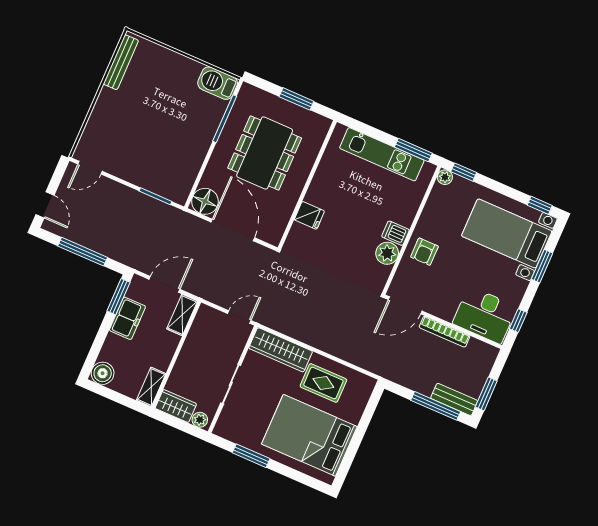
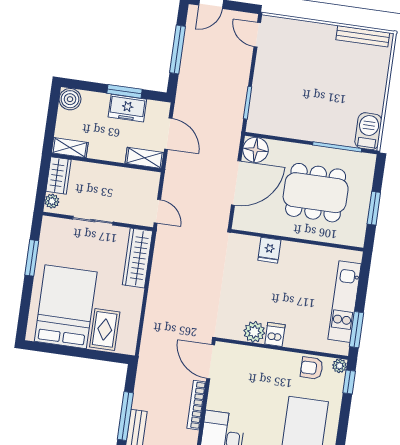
armchair: (424, 252) -> (312, 368), moved
window: (118, 297) -> (124, 91), moved
rug: (323, 383) -> (105, 329), moved

